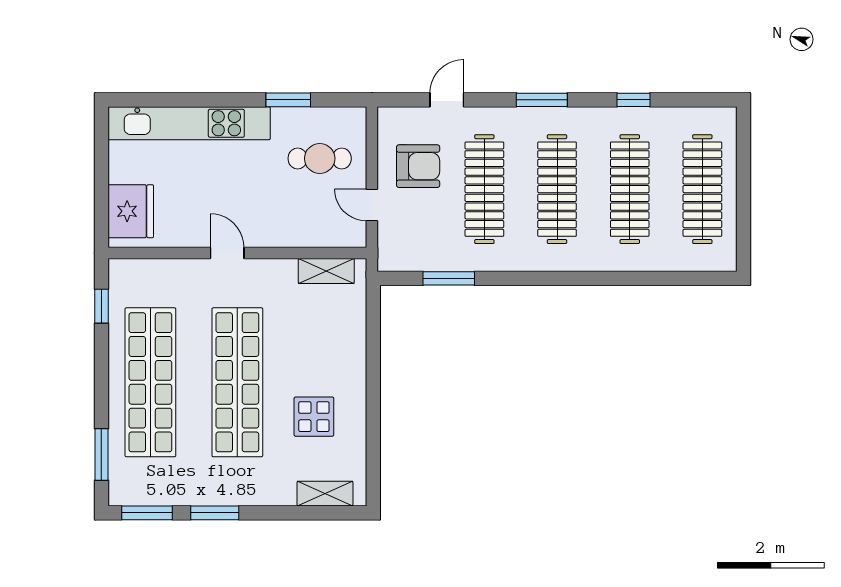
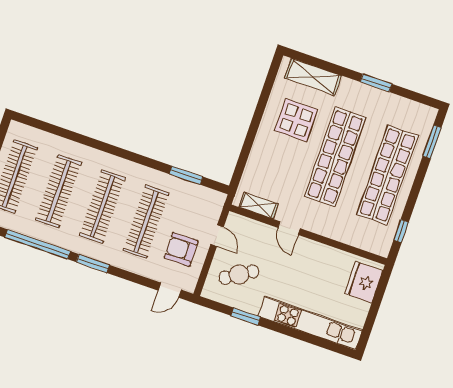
door: (447, 100) -> (170, 290), moved
window: (633, 100) -> (38, 244), width x3.17
cafe table: (320, 158) -> (239, 274), turned -32
door: (227, 253) -> (289, 228), moved
display table: (314, 417) -> (296, 120), width x1.36, depth x1.36
shelving: (325, 494) -> (313, 77), width x1.50, depth x1.33
window: (147, 513) -> (417, 97), removed

